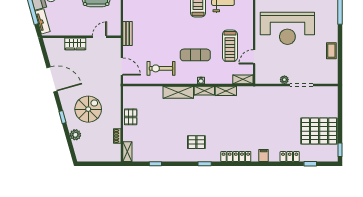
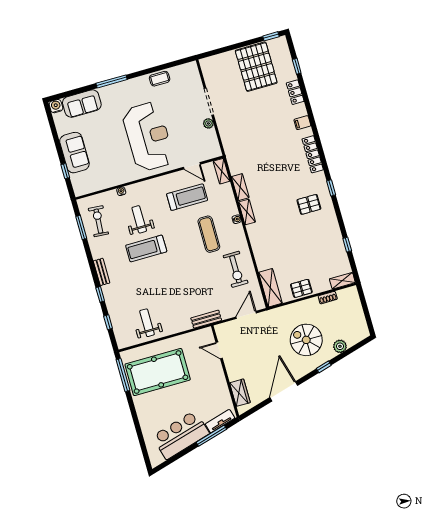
wardrobe: (75, 44) -> (240, 393), moved
shelving: (178, 92) -> (270, 288), moved
pallet: (196, 142) -> (309, 204), turned 90

